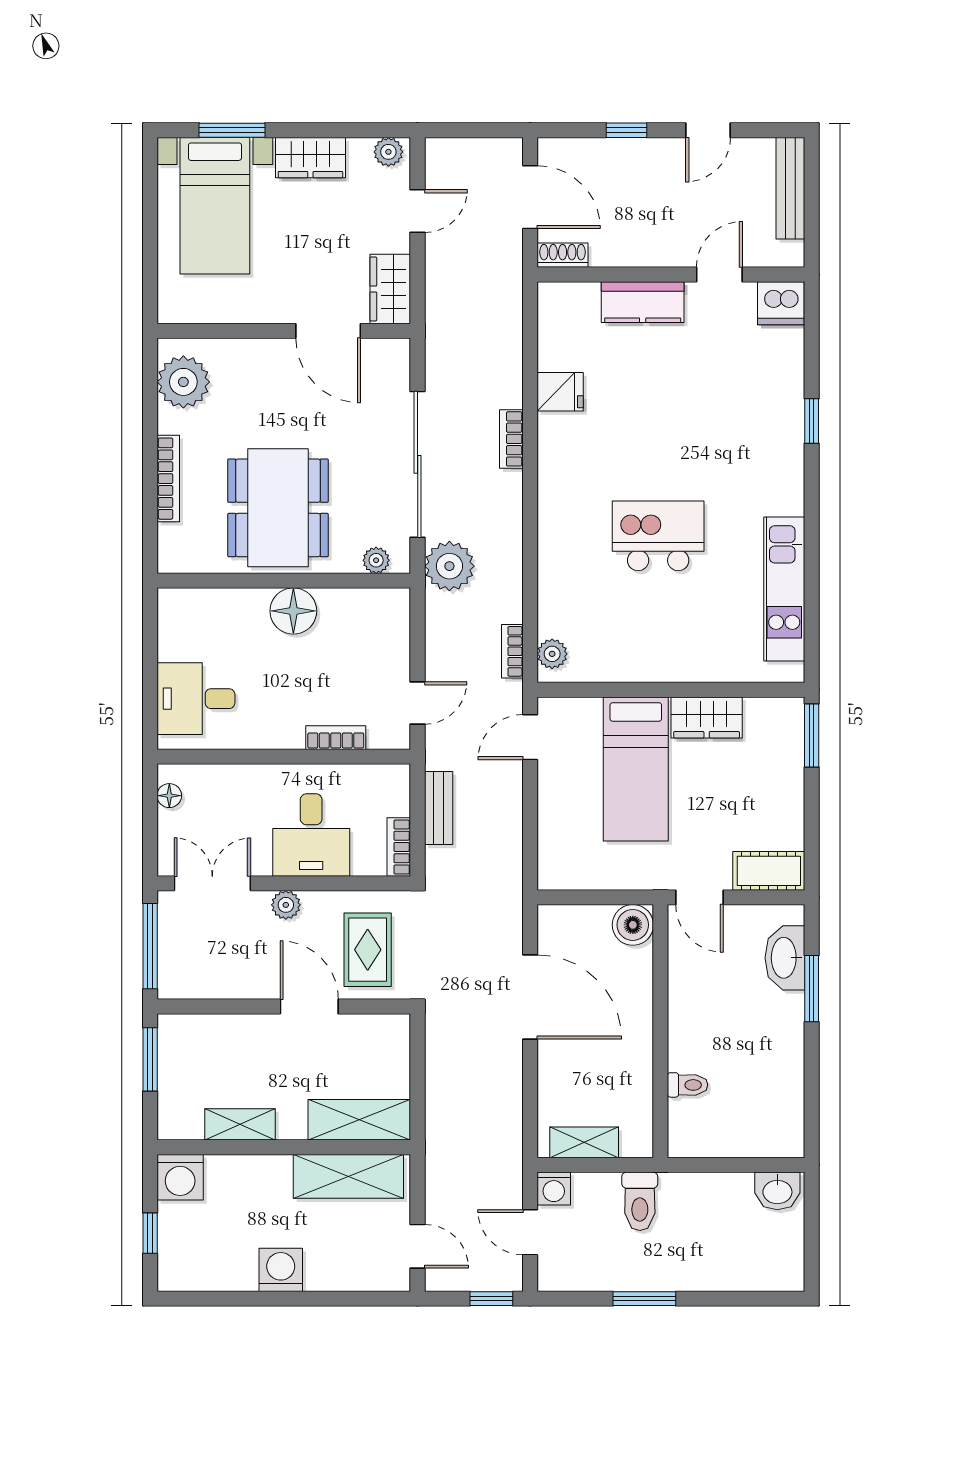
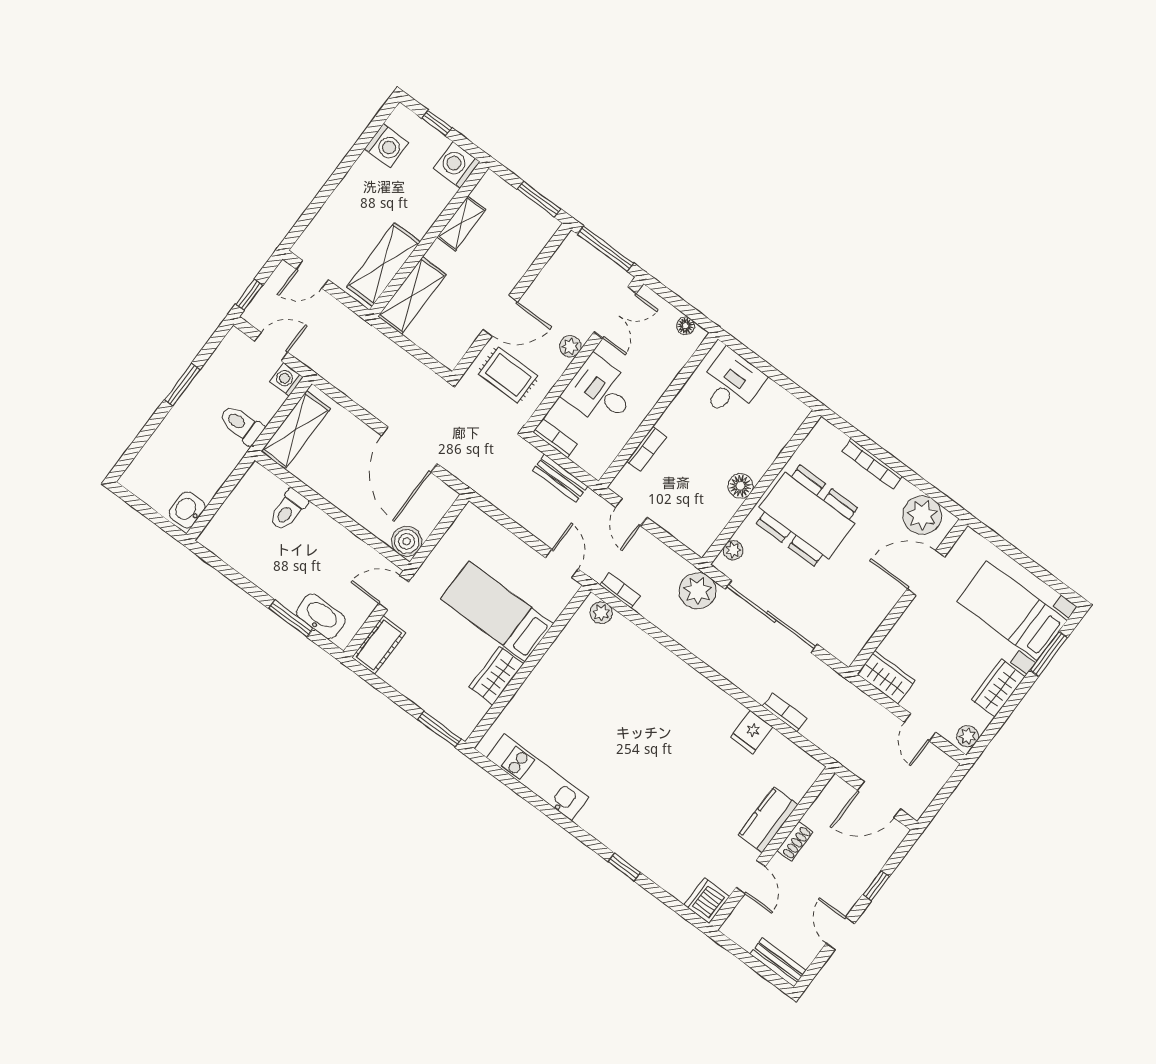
bench: (790, 188) -> (778, 962), width x0.73
shoe rack: (563, 255) -> (795, 841), moved
door: (328, 331) -> (926, 573), moved
bookcase: (511, 439) -> (785, 712), moved
kitchen island: (658, 536) -> (624, 727), removed
floor lamp: (293, 611) -> (741, 486), width x0.73, depth x0.73
door: (530, 997) -> (409, 450), hinge flipped
toilet: (687, 1085) -> (288, 510), width x1.37, depth x1.39
shelving: (584, 1142) -> (296, 430), width x1.50, depth x1.33
washing machine: (281, 1270) -> (387, 146), moved

